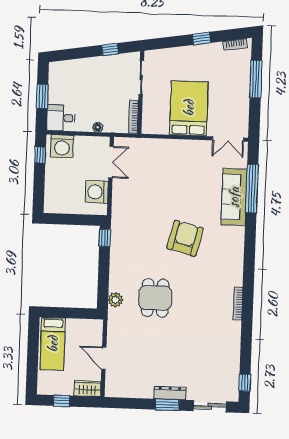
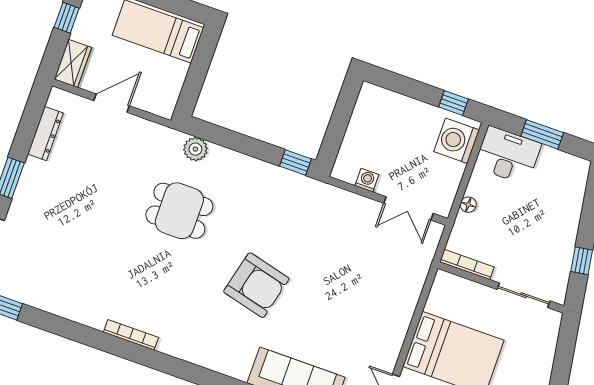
desk: (61, 118) -> (508, 155), width x1.37
washing machine: (97, 192) -> (367, 180), width x0.53, depth x0.53
dresser: (170, 393) -> (45, 134), moved

